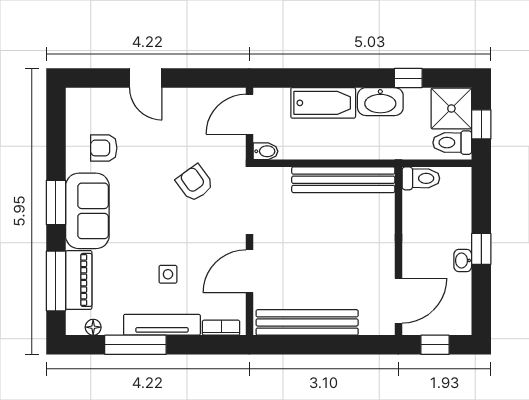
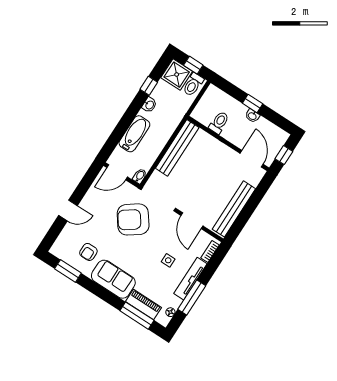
washbasin: (380, 102) -> (149, 105), width x0.52, depth x0.69
door: (249, 114) -> (117, 172), hinge flipped
toilet: (421, 178) -> (219, 123), moved
armchair: (195, 183) -> (133, 219), width x1.88, depth x1.88
window: (56, 203) -> (68, 271), moved

